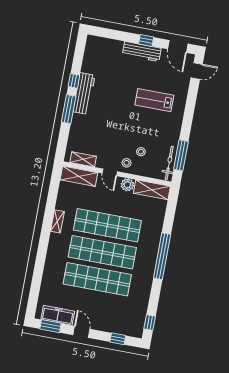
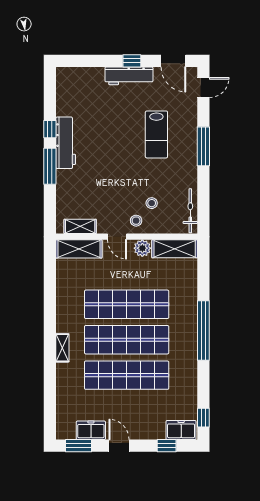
lab bench: (154, 100) -> (156, 134), turned -90
window: (181, 155) -> (203, 146), moved
shelving: (57, 221) -> (62, 348), moved
freezer: (58, 315) -> (91, 430), width x0.71
freezer: (131, 329) -> (181, 430), added

